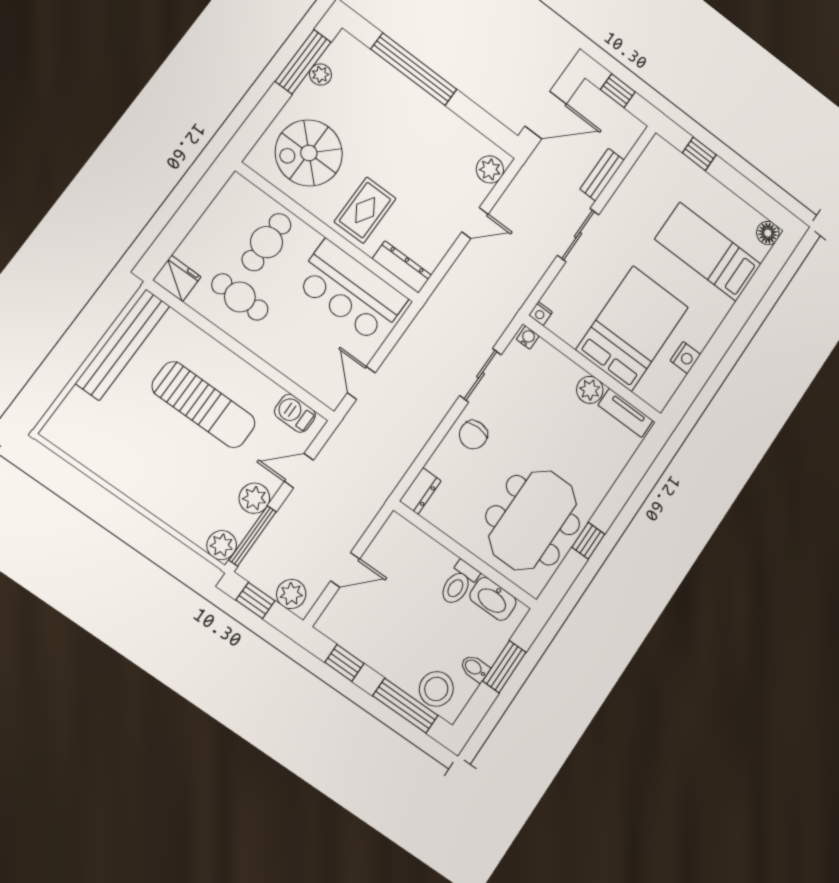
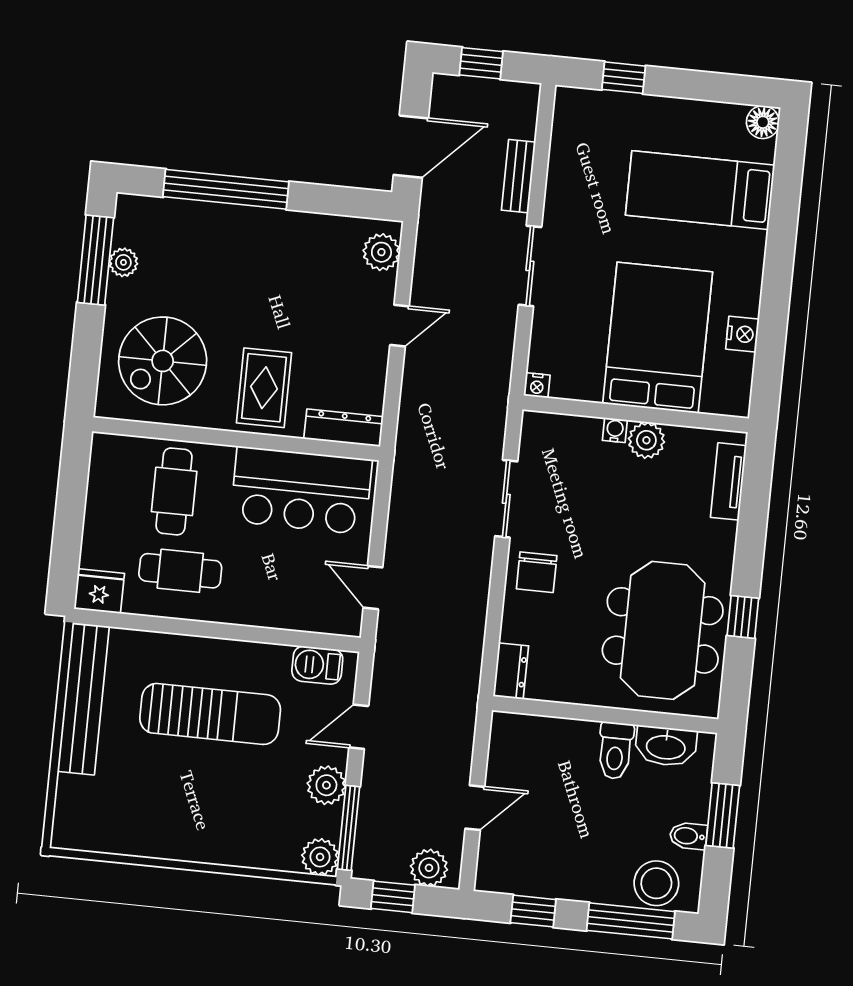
water cooler: (528, 338) -> (615, 430), moved
tv unit: (626, 413) -> (728, 481), moved, turned 90

